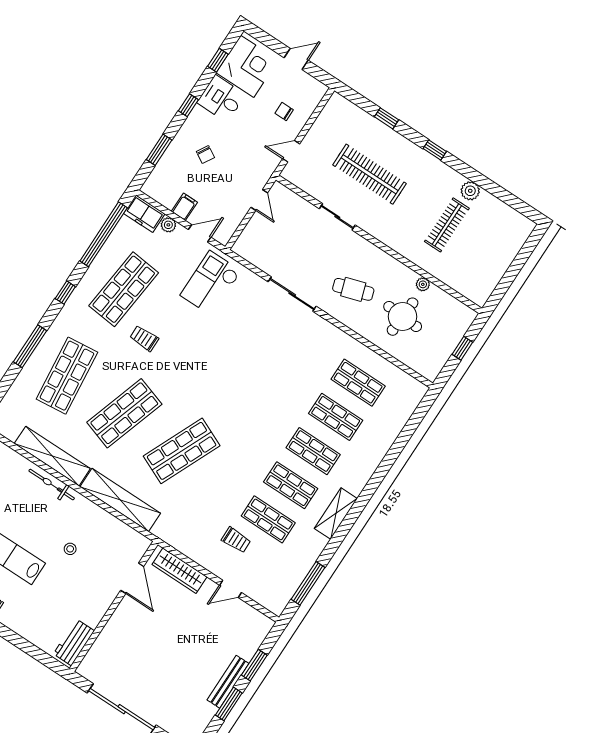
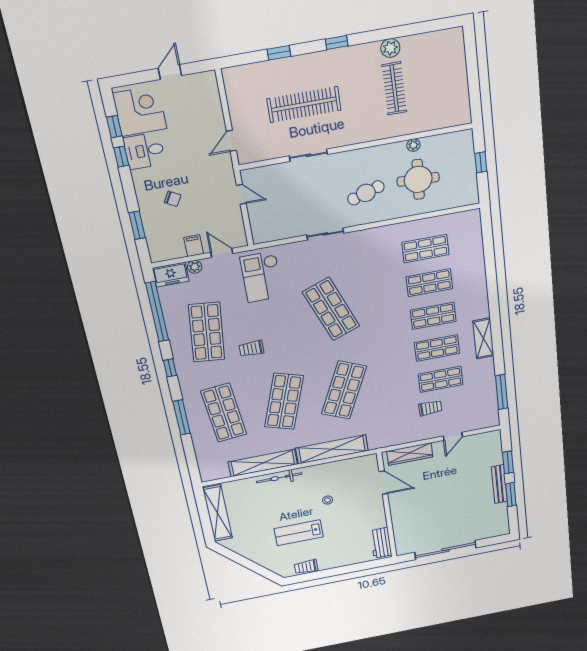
window: (188, 105) -> (121, 157), moved
chair: (284, 111) -> (199, 118), removed
door: (200, 233) -> (222, 253), hinge flipped
sliding door: (292, 294) -> (325, 234), width x0.73
shop shelf: (238, 365) -> (331, 309), added

